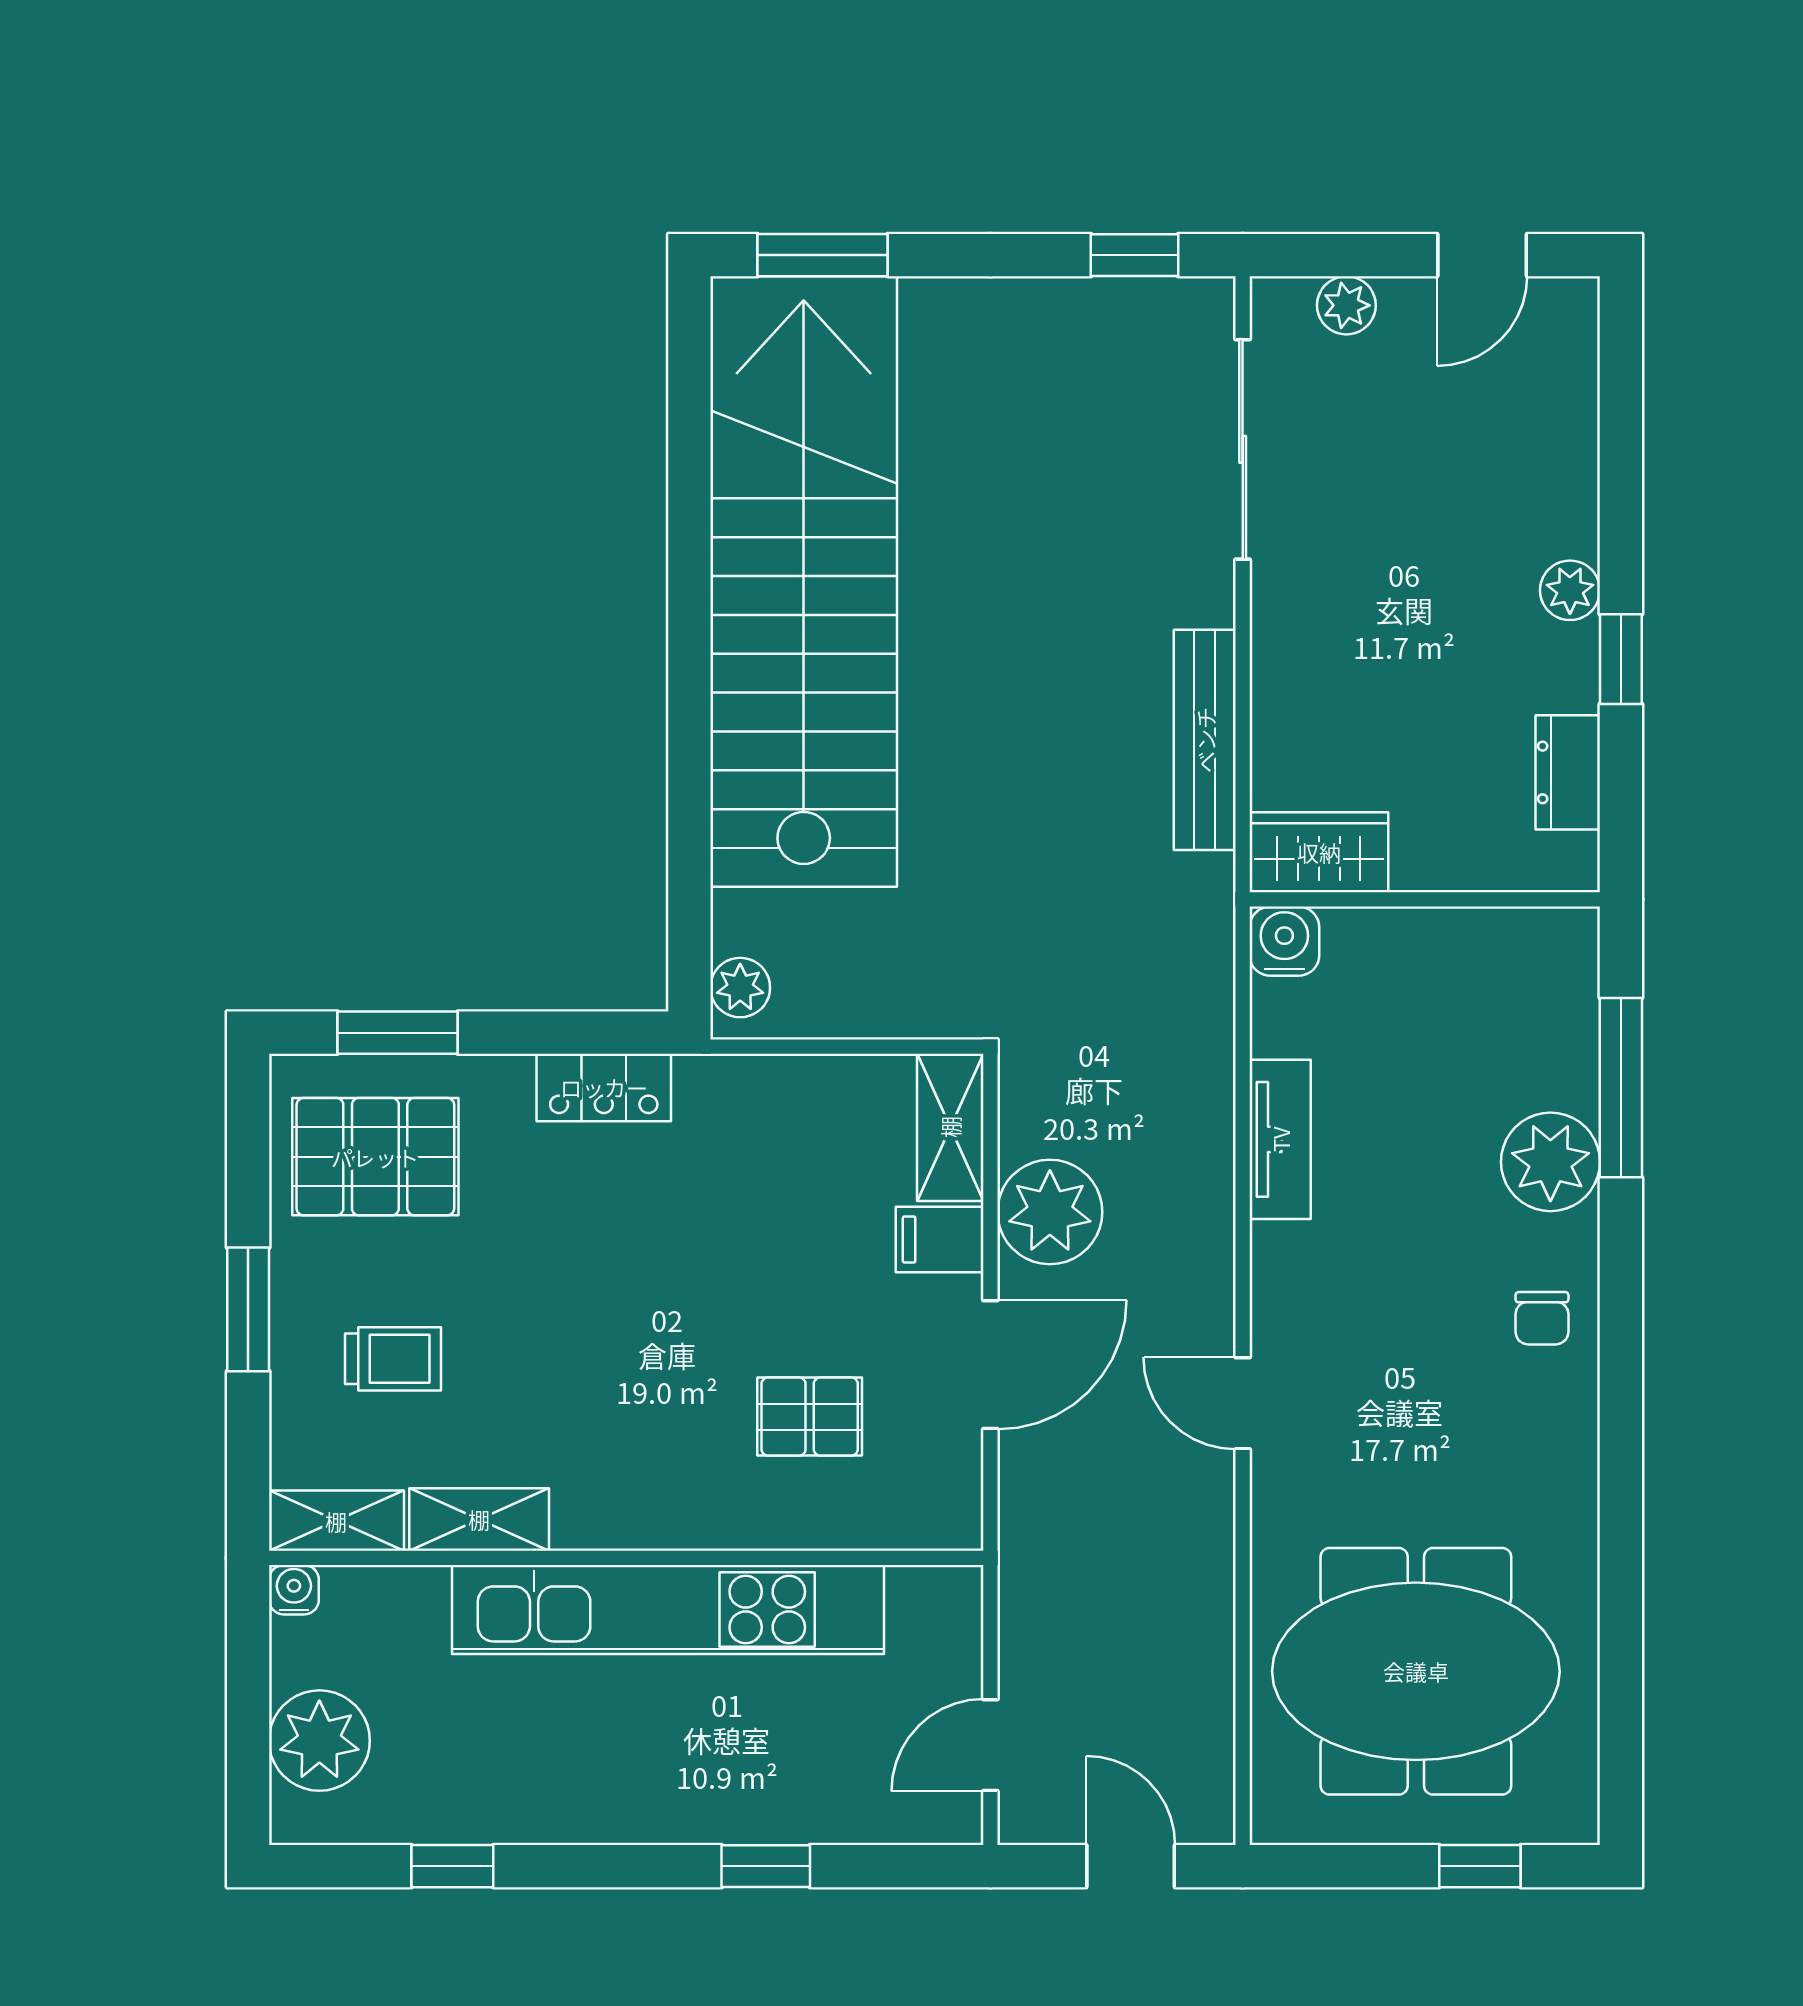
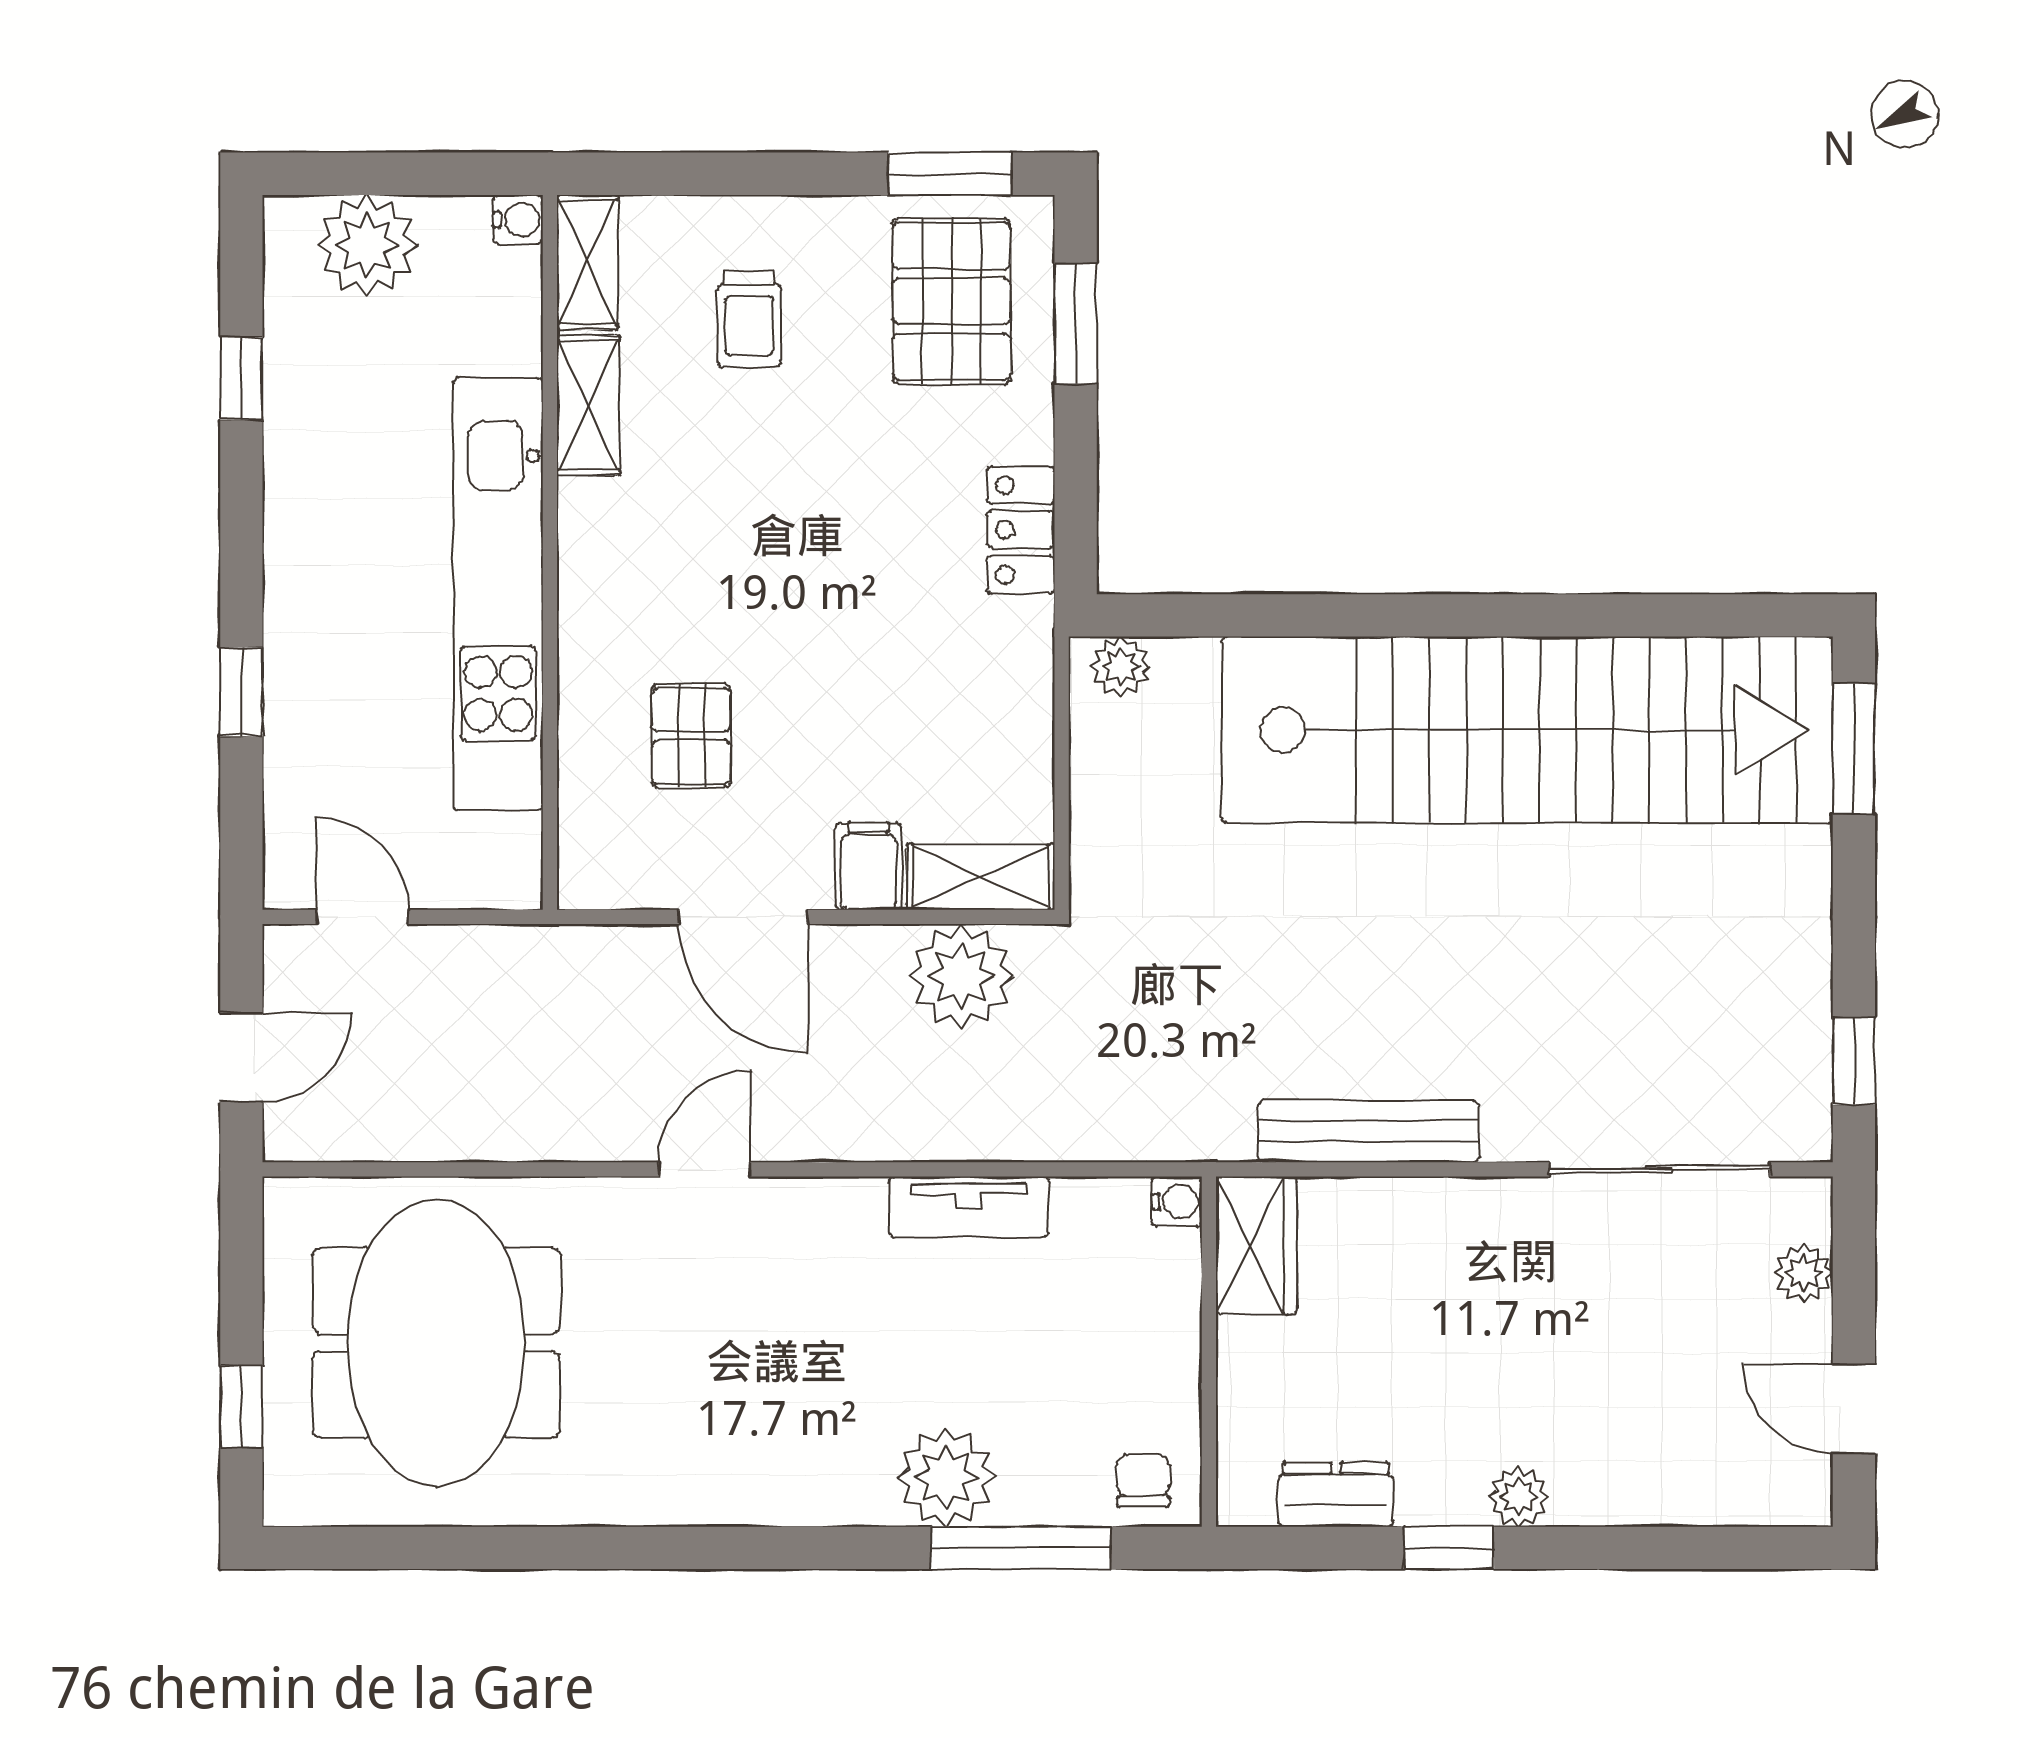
water cooler: (1284, 941) -> (1177, 1201), width x0.72, depth x0.72
plant: (1050, 1212) -> (961, 976), moved
window: (248, 1309) -> (950, 174), moved
chair: (1542, 1318) -> (1143, 1481), moved, turned 90

